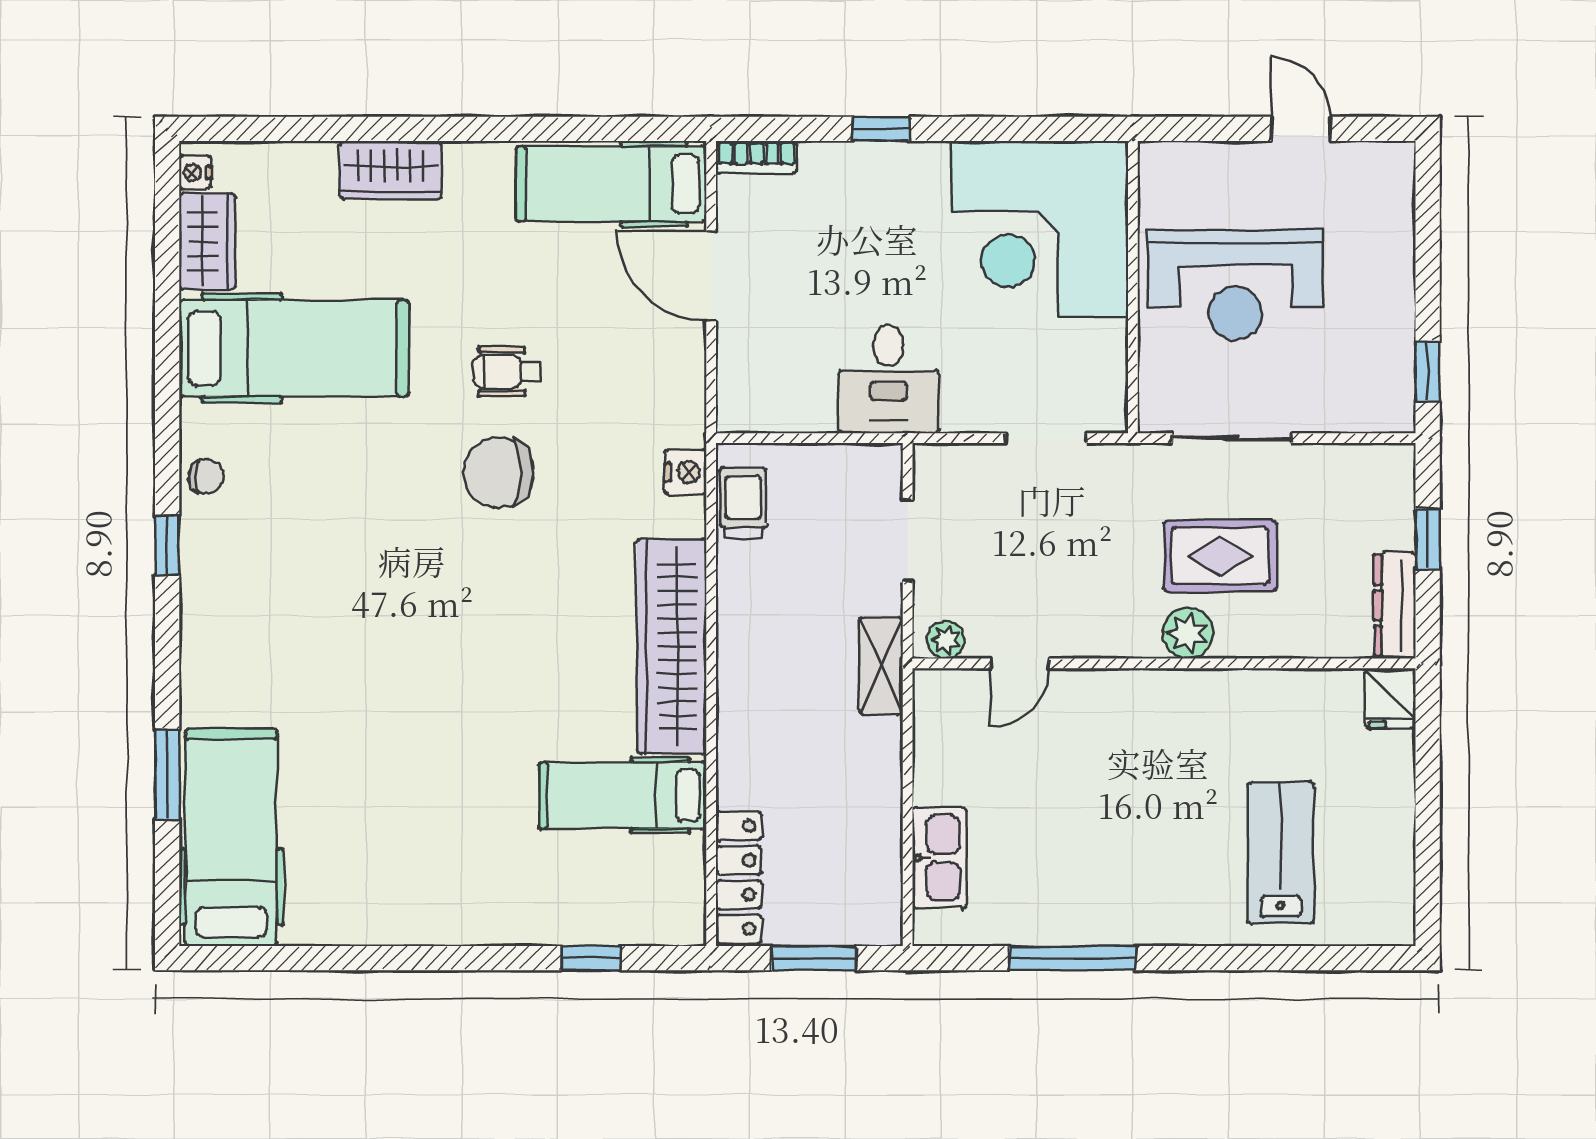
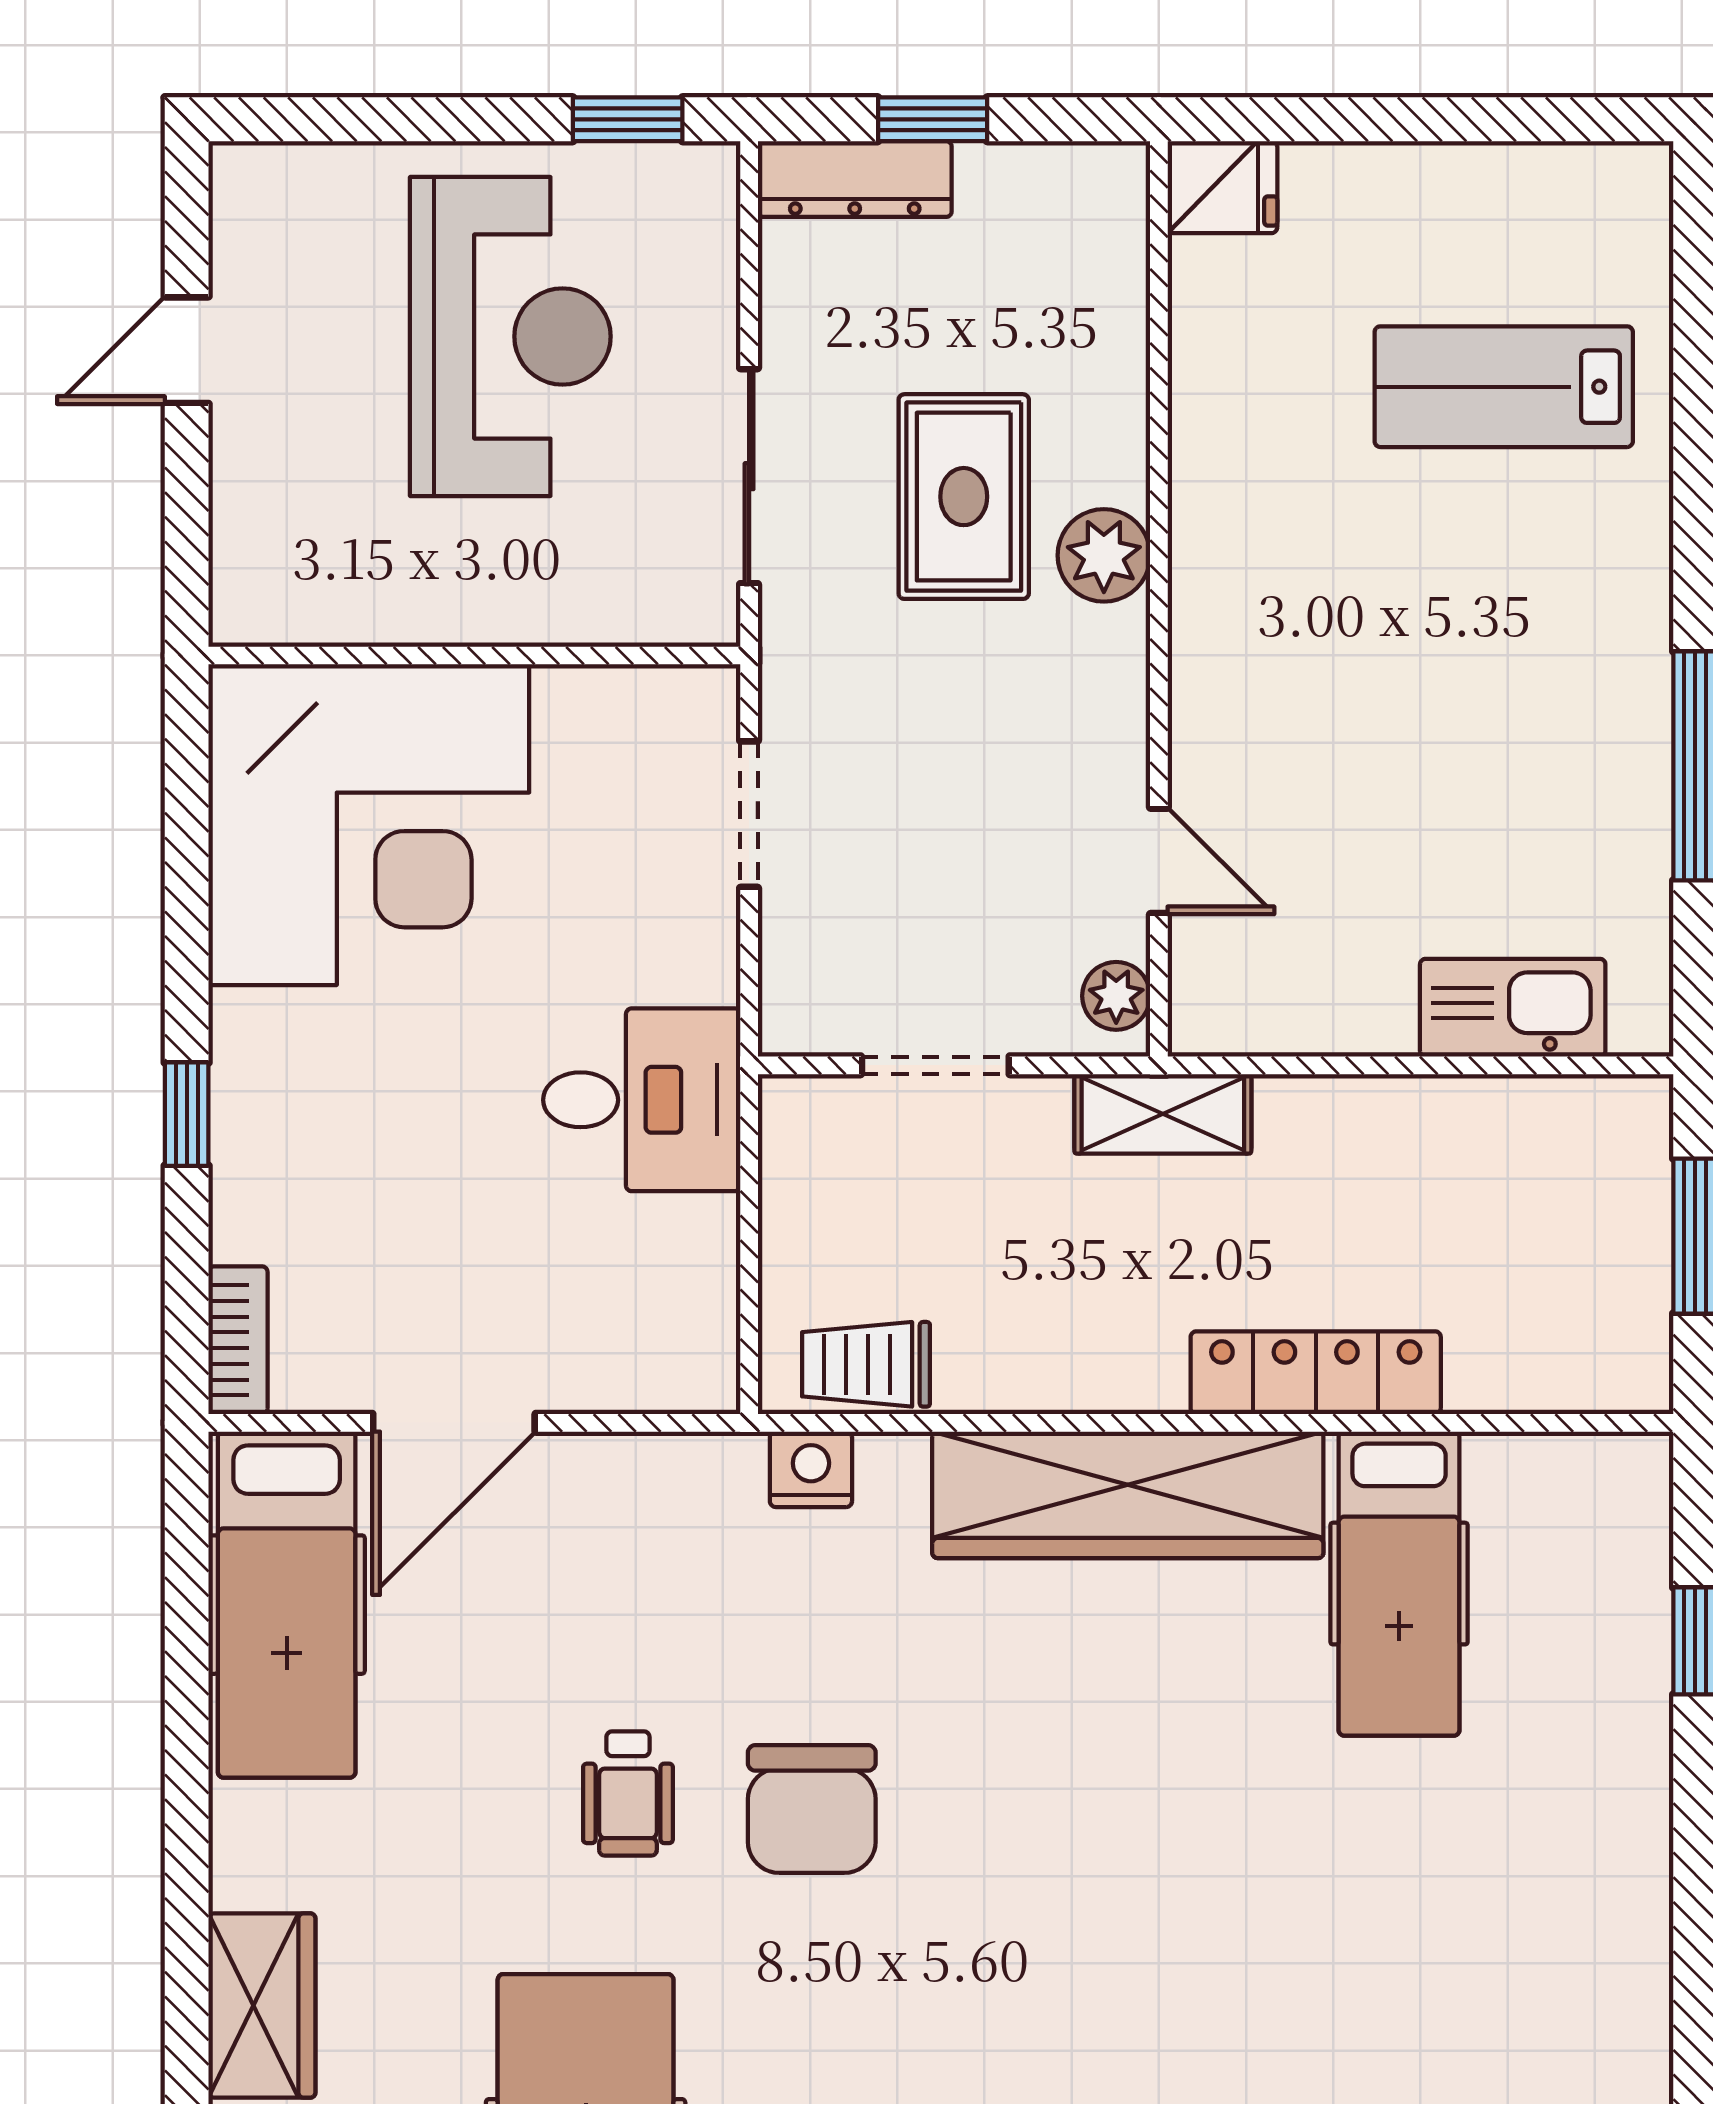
reception desk: (1235, 285) -> (510, 336), moved
dresser: (1395, 605) -> (855, 179), moved
locker: (739, 877) -> (1316, 1373), moved

